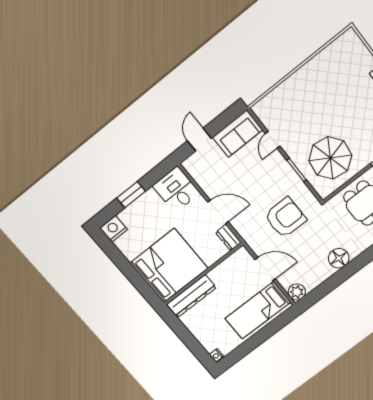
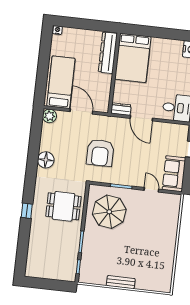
door: (218, 212) -> (141, 118), hinge flipped
bed: (169, 266) -> (133, 58), width x0.73
door: (265, 269) -> (81, 111), swing flipped

